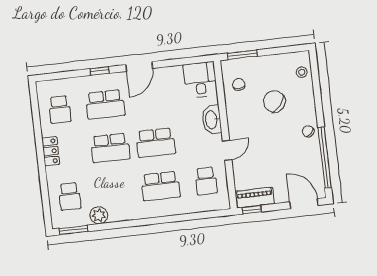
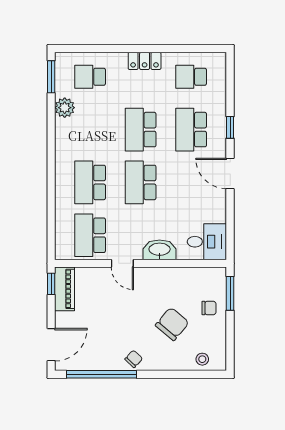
chair: (239, 84) -> (209, 308), moved
school desk: (206, 181) -> (90, 235), width x1.85

